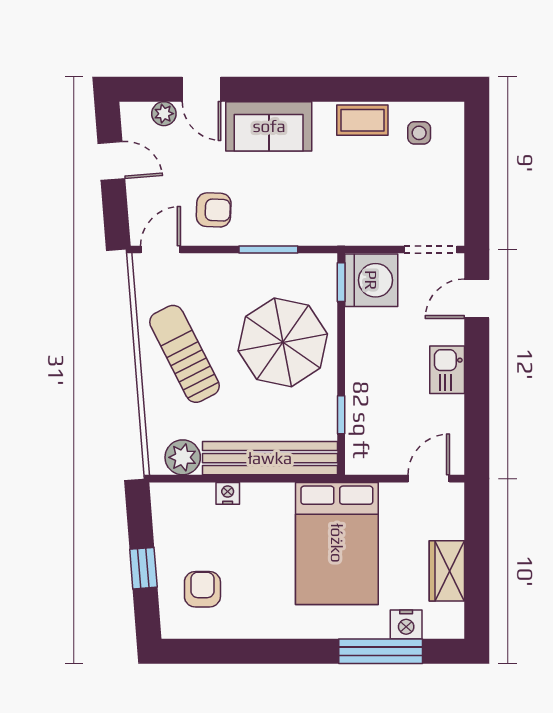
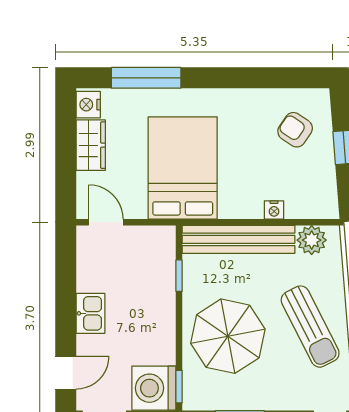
door: (429, 479) -> (106, 222), swing flipped
armchair: (202, 589) -> (295, 130), turned 124
nightstand: (406, 624) -> (88, 105), moved, turned -90

